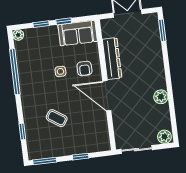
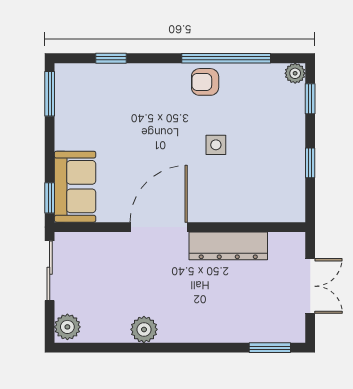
window: (41, 24) -> (310, 99), moved
sofa: (78, 33) -> (75, 187), moved, turned 180
armchair: (84, 68) -> (205, 82), moved
coffee table: (57, 118) -> (128, 127), removed
window: (81, 157) -> (50, 198), moved

